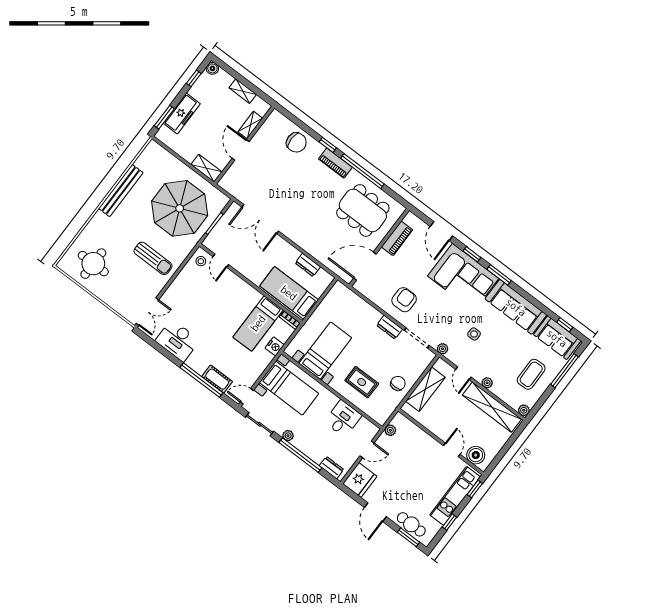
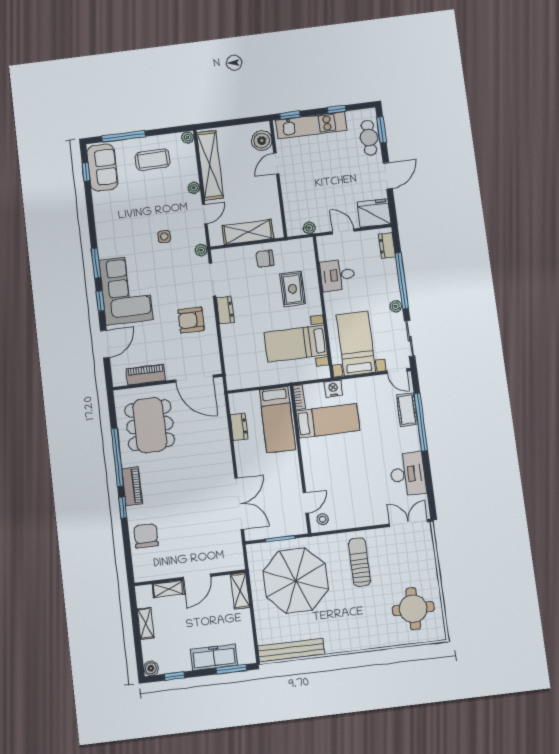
bench: (121, 191) -> (291, 650), moved
sofa: (516, 307) -> (109, 224), removed

